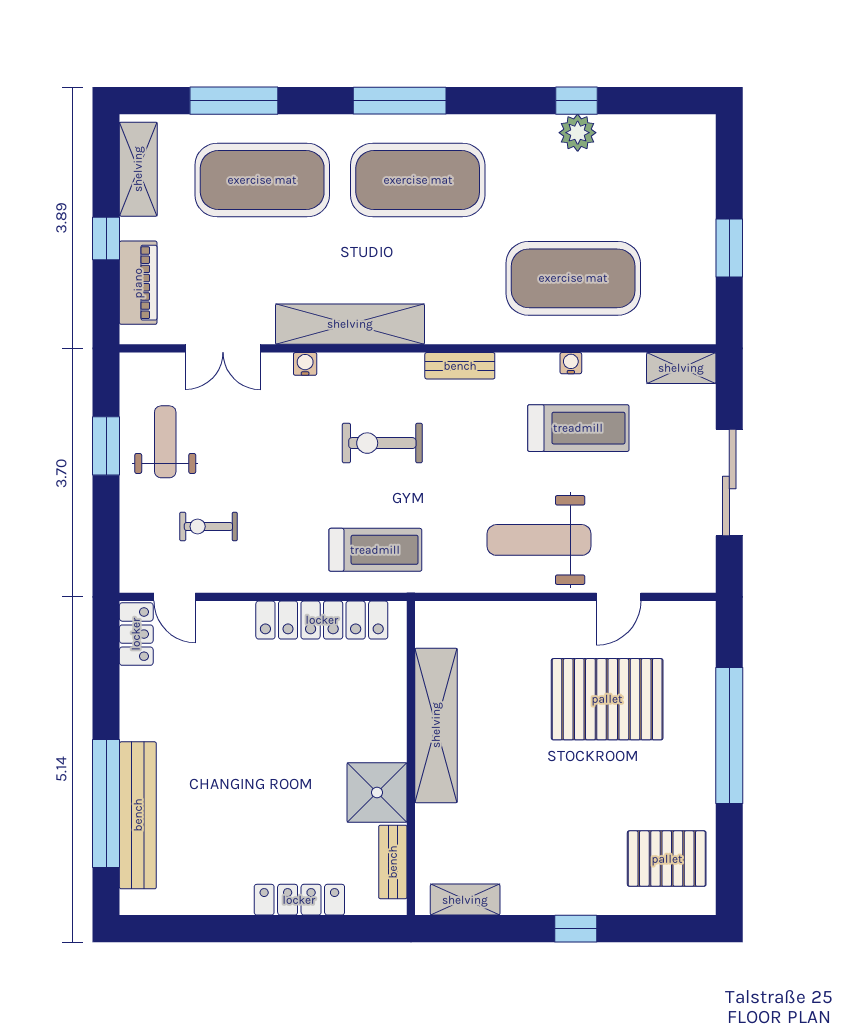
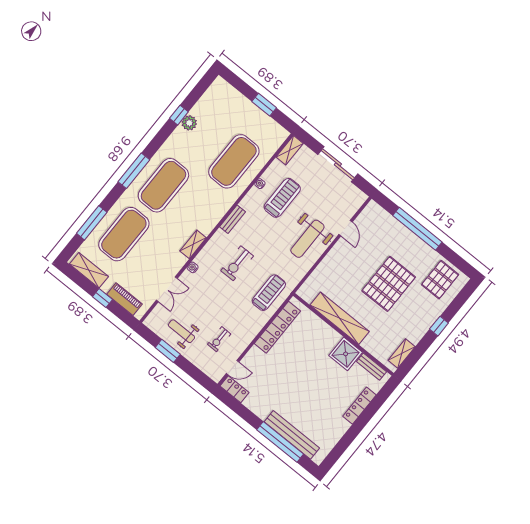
shelving: (350, 324) -> (193, 244), width x0.45, depth x0.75
pallet: (607, 699) -> (389, 284), moved

